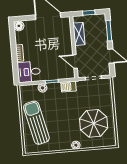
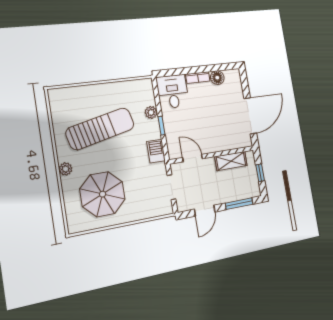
floor lamp: (19, 26) -> (217, 78), moved
door: (75, 62) -> (193, 158), hinge flipped
sun lounger: (36, 123) -> (100, 129), moved

